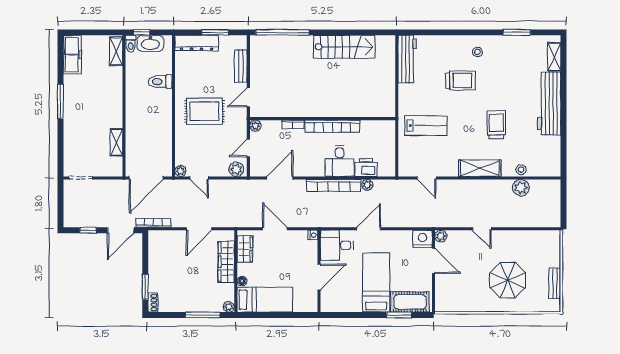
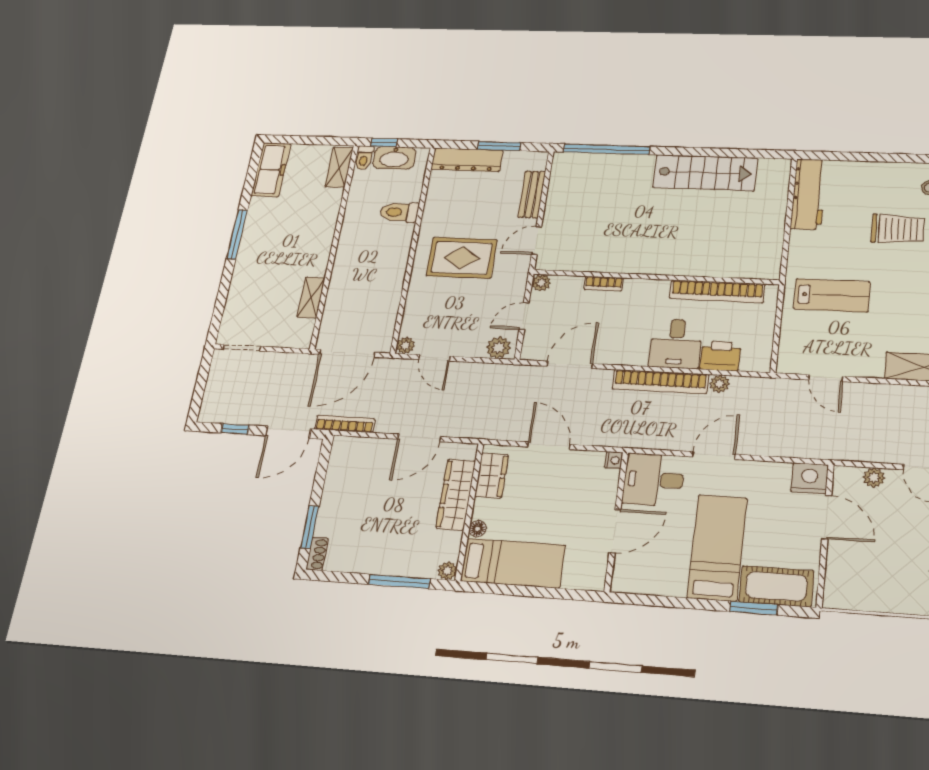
bookcase: (332, 126) -> (717, 291), moved
plant: (441, 236) -> (874, 478), moved

